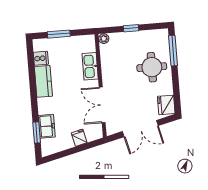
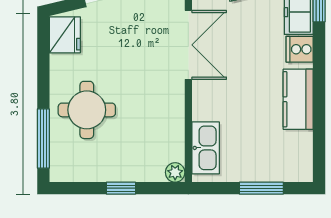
cooker: (41, 58) -> (300, 49), moved
kitchen sink: (90, 66) -> (206, 148), moved

